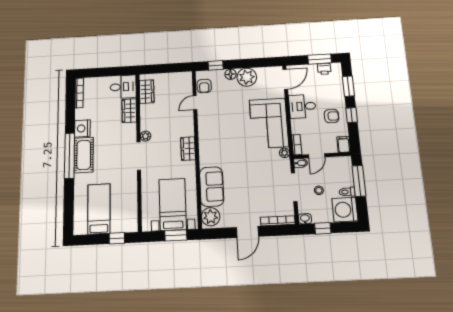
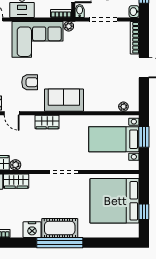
armchair: (226, 118) -> (30, 82), added
plant: (145, 136) -> (15, 165), moved
wardrobe: (188, 149) -> (47, 122), moved
sofa: (212, 187) -> (64, 100), moved
bed: (99, 209) -> (115, 201), width x2.04
plant: (211, 217) -> (123, 107), width x0.53, depth x0.53
window: (117, 238) -> (144, 212), moved

